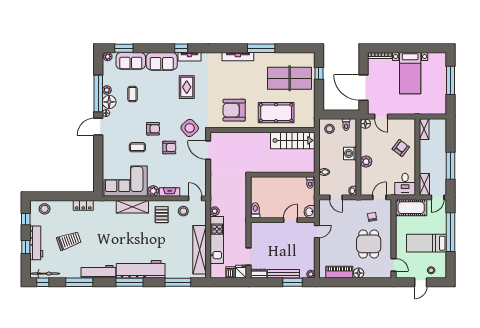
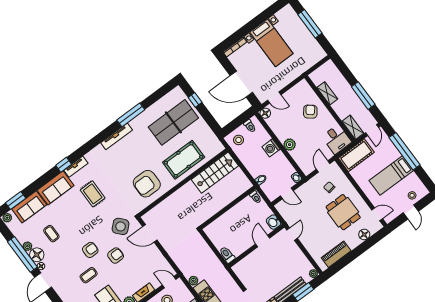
shelving: (424, 129) -> (327, 93), moved
floor lamp: (359, 273) -> (364, 234), moved

